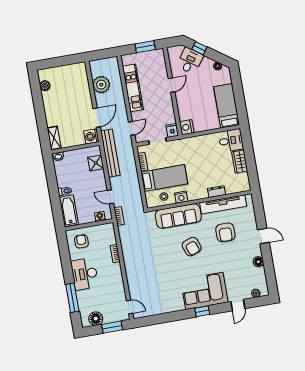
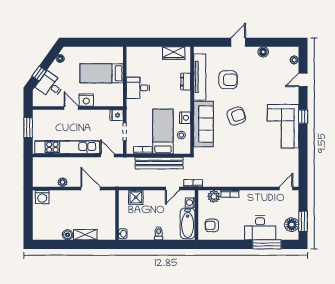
plant: (101, 85) -> (63, 182), width x0.53, depth x0.53
boiler: (45, 86) -> (68, 235), moved
kitchen unit: (133, 88) -> (67, 147), width x1.36
bed: (227, 106) -> (102, 73), moved
nightstand: (187, 127) -> (86, 100), moved
washing machine: (91, 136) -> (42, 197), moved
shelving: (54, 138) -> (85, 235), moved
desk: (231, 141) -> (138, 88), moved, turned -90
bench: (110, 153) -> (159, 163), moved
wardrobe: (240, 162) -> (174, 53), moved
bathtub: (69, 211) -> (188, 223), moved, turned -90
plant: (110, 238) -> (214, 196), added
desk: (85, 274) -> (260, 228), moved
corner sofa: (204, 291) -> (283, 126), moved
door: (238, 305) -> (303, 80), swing flipped
window: (112, 327) -> (303, 221), moved

